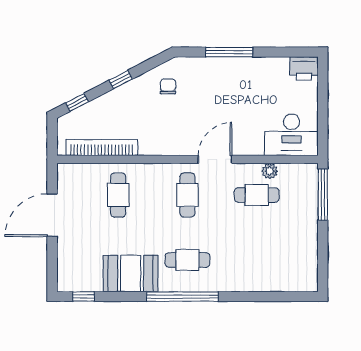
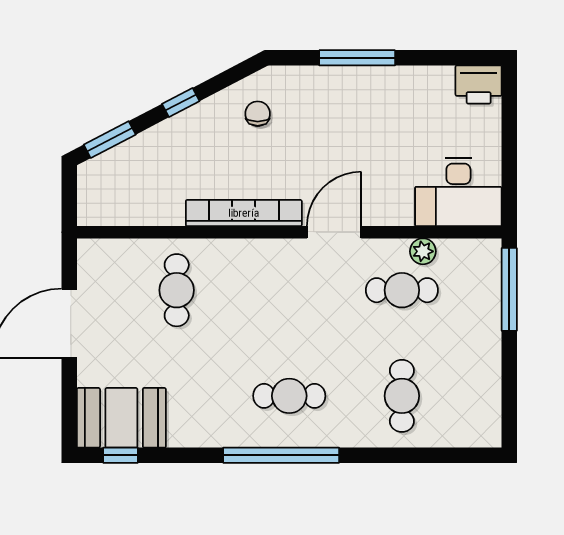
window: (77, 102) -> (110, 140), width x1.50
bookcase: (102, 148) -> (244, 213), moved
cafe table: (187, 195) -> (402, 396), moved
booth: (131, 273) -> (121, 418), moved

